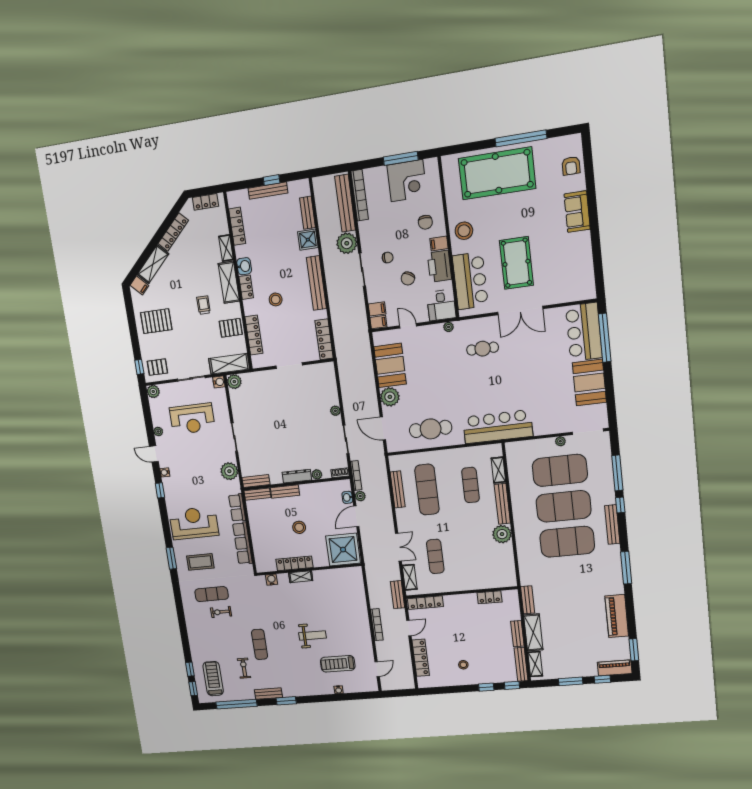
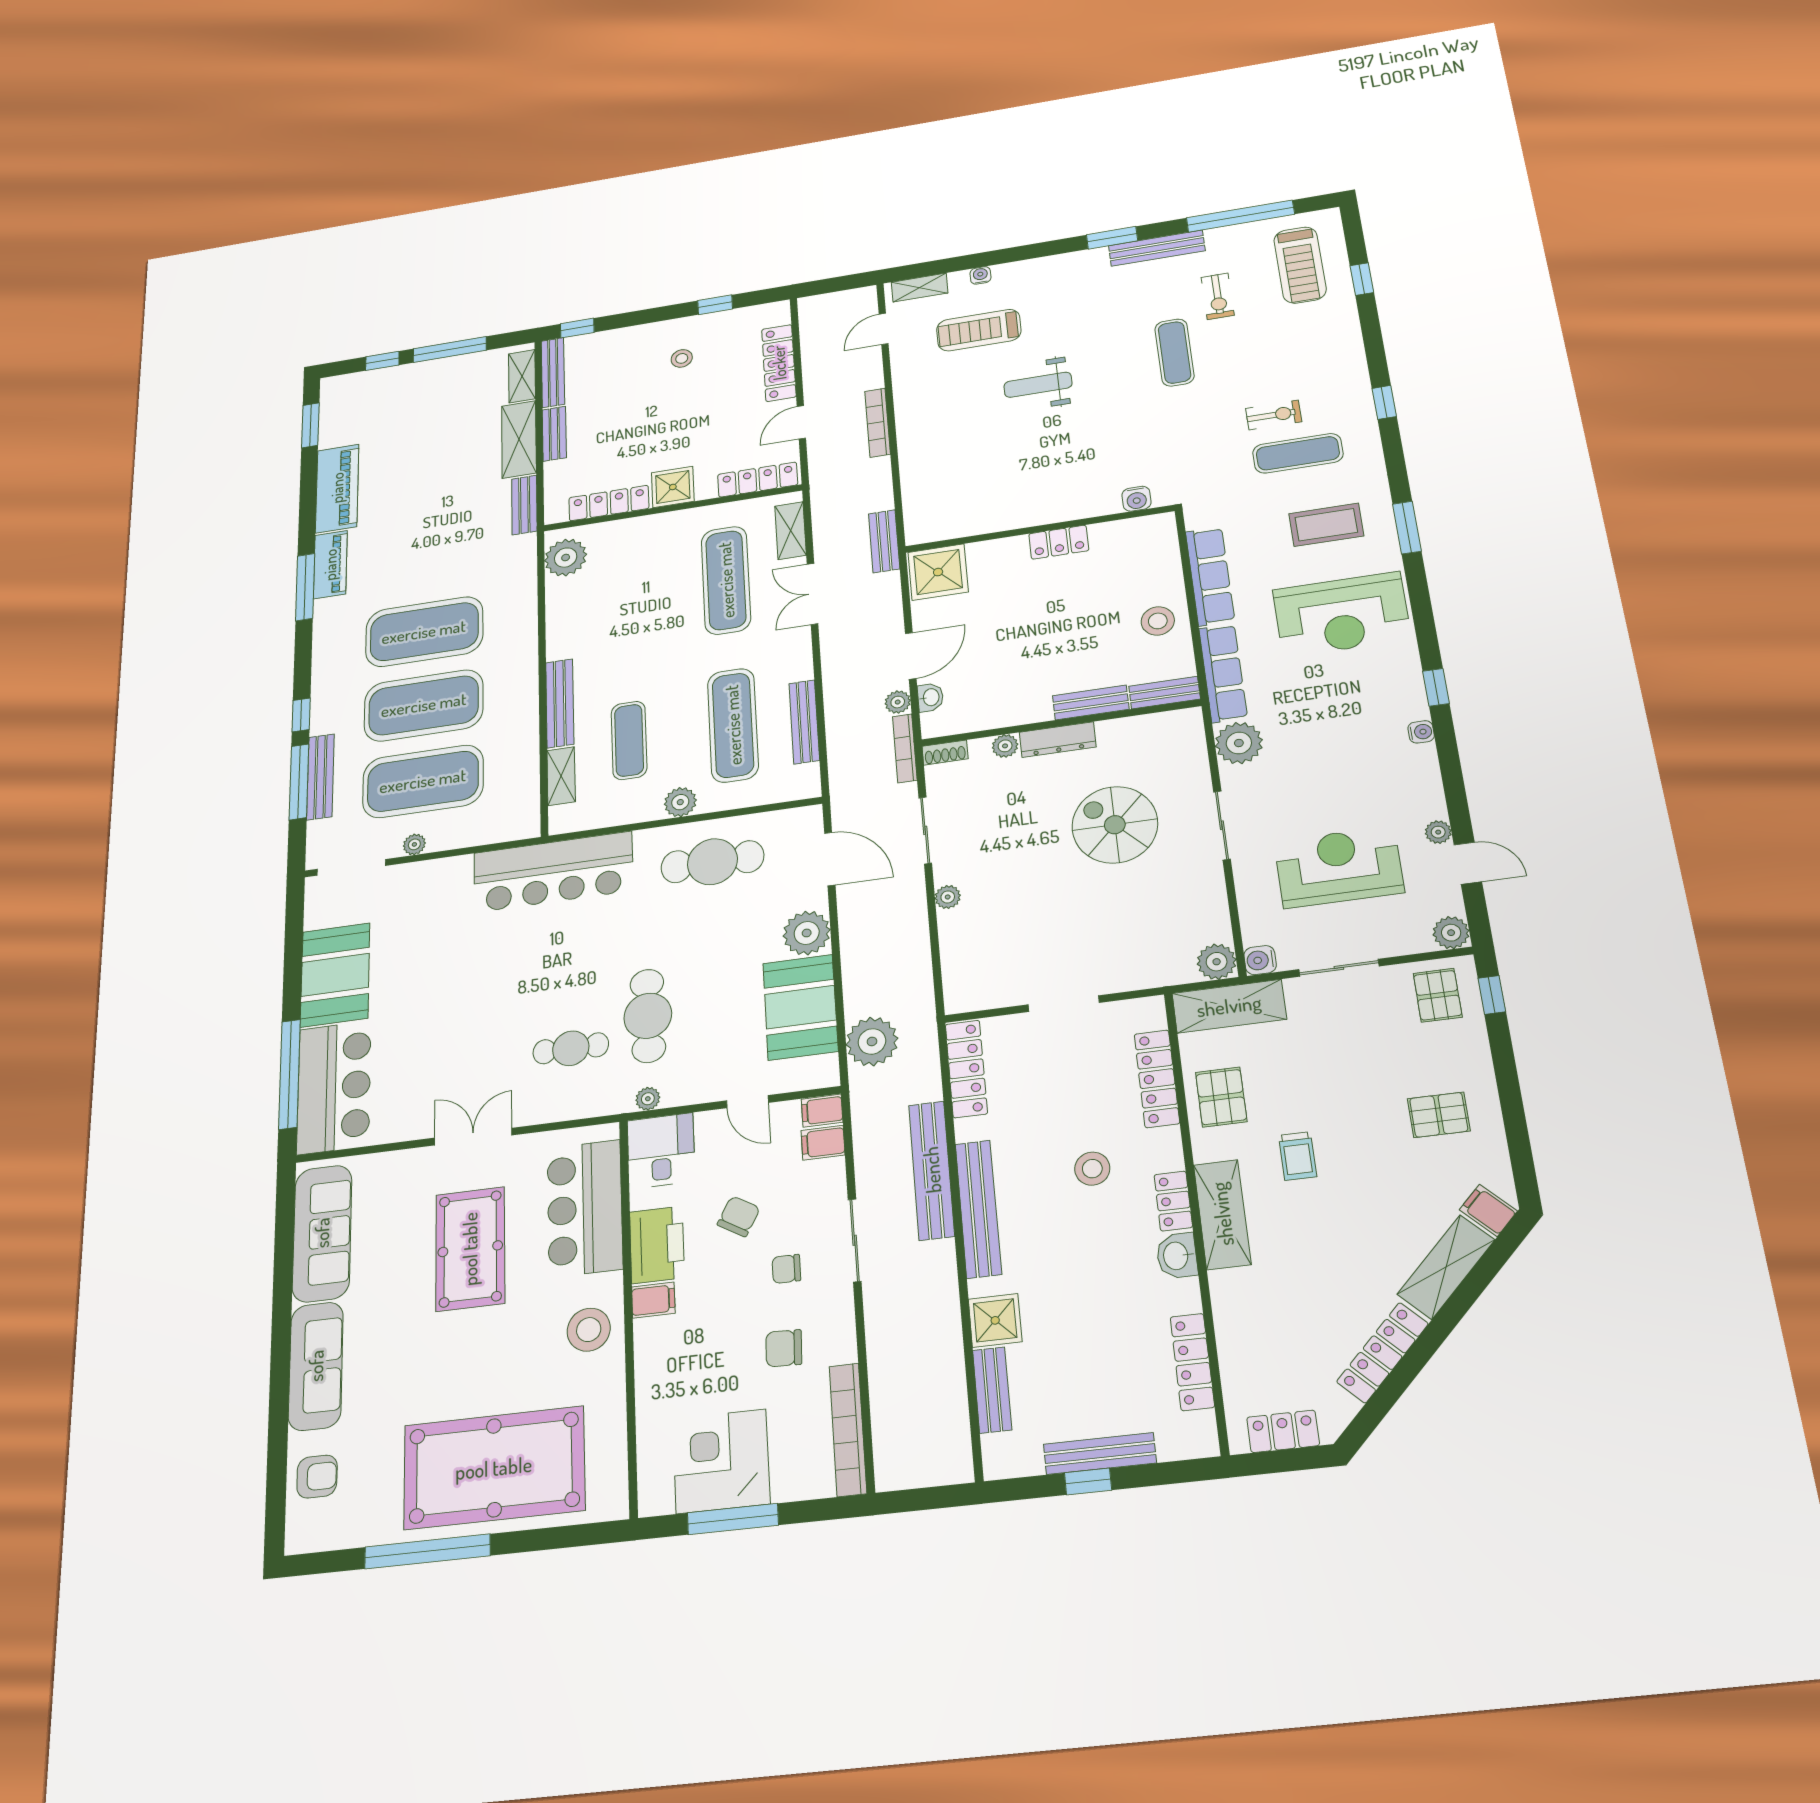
armchair: (571, 166) -> (317, 1477), turned 90
bench: (345, 203) -> (932, 1170), moved
sofa: (577, 212) -> (316, 1366), width x1.36
chair: (425, 222) -> (784, 1348), moved, turned -88
plant: (347, 243) -> (872, 1041), moved
shelving: (226, 248) -> (1227, 1305), removed
sofa: (581, 268) -> (322, 1233), added
double door: (520, 311) -> (473, 1137), width x0.73
pallet: (156, 321) -> (1439, 1115), width x0.67, depth x0.71
pallet: (231, 328) -> (1221, 1097), turned 90
cafe table: (452, 362) -> (648, 1016), added
pallet: (157, 367) -> (1438, 995), turned 90
spiral stairs: (274, 439) -> (1115, 825), added
door: (154, 454) -> (1468, 863), moved
plant: (446, 456) -> (680, 802), added
bench: (256, 481) -> (1167, 723), removed
row of seats: (237, 508) -> (1223, 673), width x1.48
bench: (612, 524) -> (320, 777), moved
stool: (299, 527) -> (1158, 621), moved
plant: (502, 534) -> (566, 558), moved
shower: (343, 550) -> (938, 572), width x0.73, depth x0.73
exercise mat: (435, 556) -> (726, 580), width x1.36, depth x1.45
locker: (295, 563) -> (1059, 542), width x0.66
shelving: (301, 577) -> (920, 288), moved
bench: (398, 595) -> (884, 541), moved
locker: (490, 597) -> (609, 503), width x1.53
shower: (462, 602) -> (673, 487), added
treadmill: (338, 664) -> (979, 330), turned 180
piano: (615, 668) -> (330, 565), moved, turned -90
window: (571, 681) -> (450, 350), width x1.44
window: (486, 687) -> (715, 305), moved
window: (193, 689) -> (1384, 402), moved
bench: (268, 694) -> (1157, 248), width x1.36

